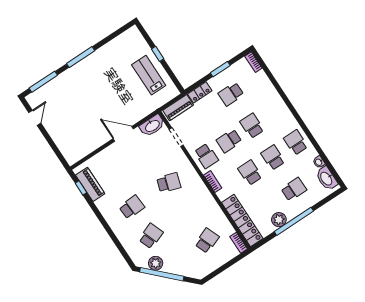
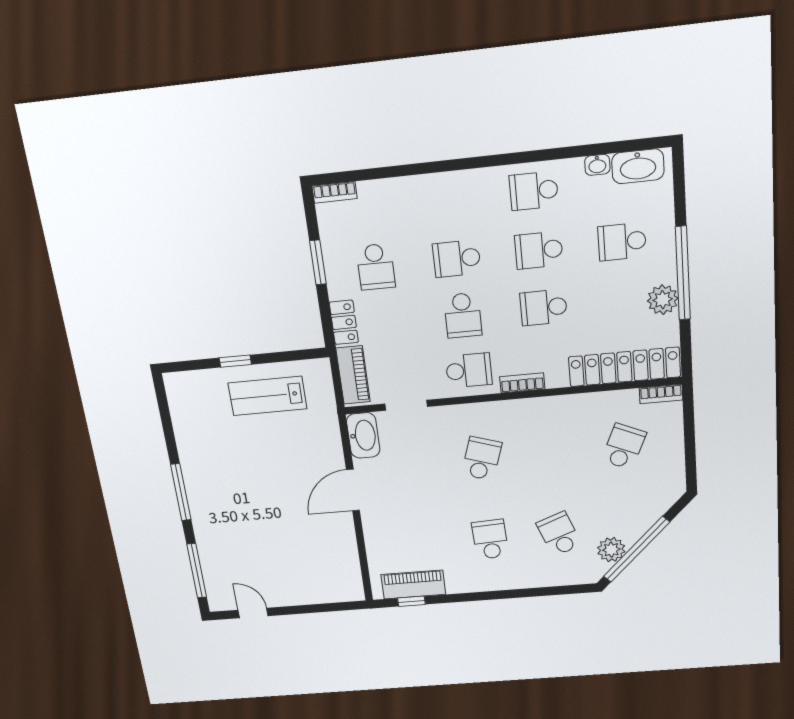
school desk: (294, 189) -> (622, 242), turned -90
school desk: (207, 241) -> (624, 446), turned 45

